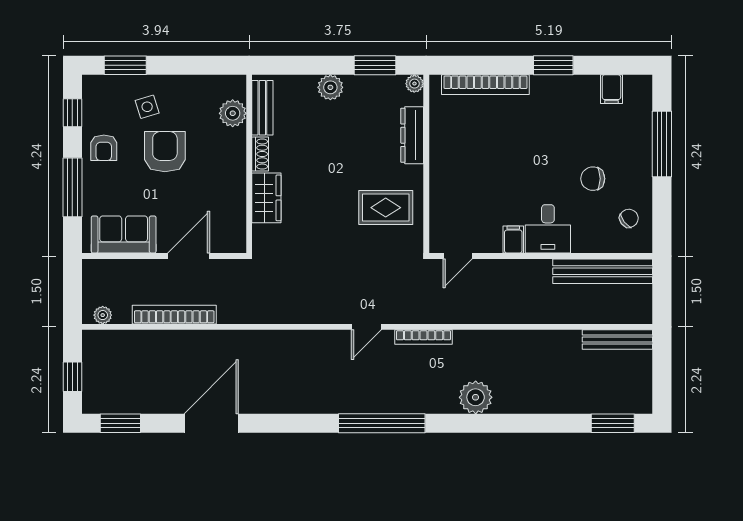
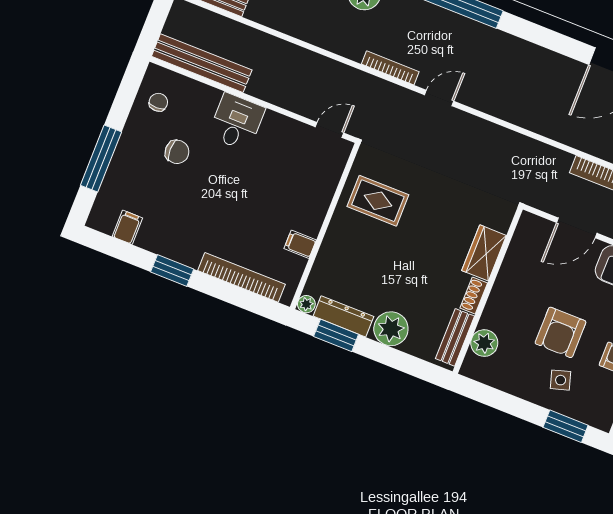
plant: (330, 87) -> (391, 329), width x1.36, depth x1.36
dresser: (412, 135) -> (343, 316), moved, turned -90
chair: (629, 218) -> (158, 102), turned 127
filing cabinet: (513, 240) -> (300, 244), moved, turned 90

